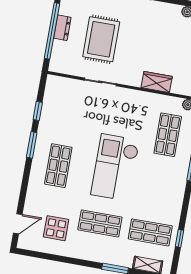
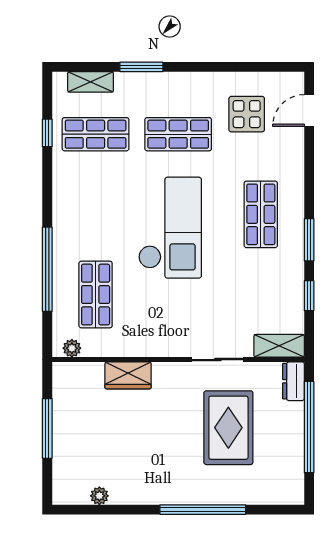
dresser: (62, 28) -> (293, 381), moved
shelving: (61, 84) -> (279, 346), added

